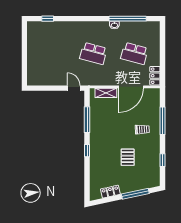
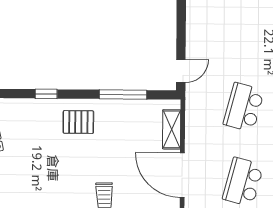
window: (87, 151) -> (46, 94), moved
pallet: (128, 157) -> (78, 122), moved

